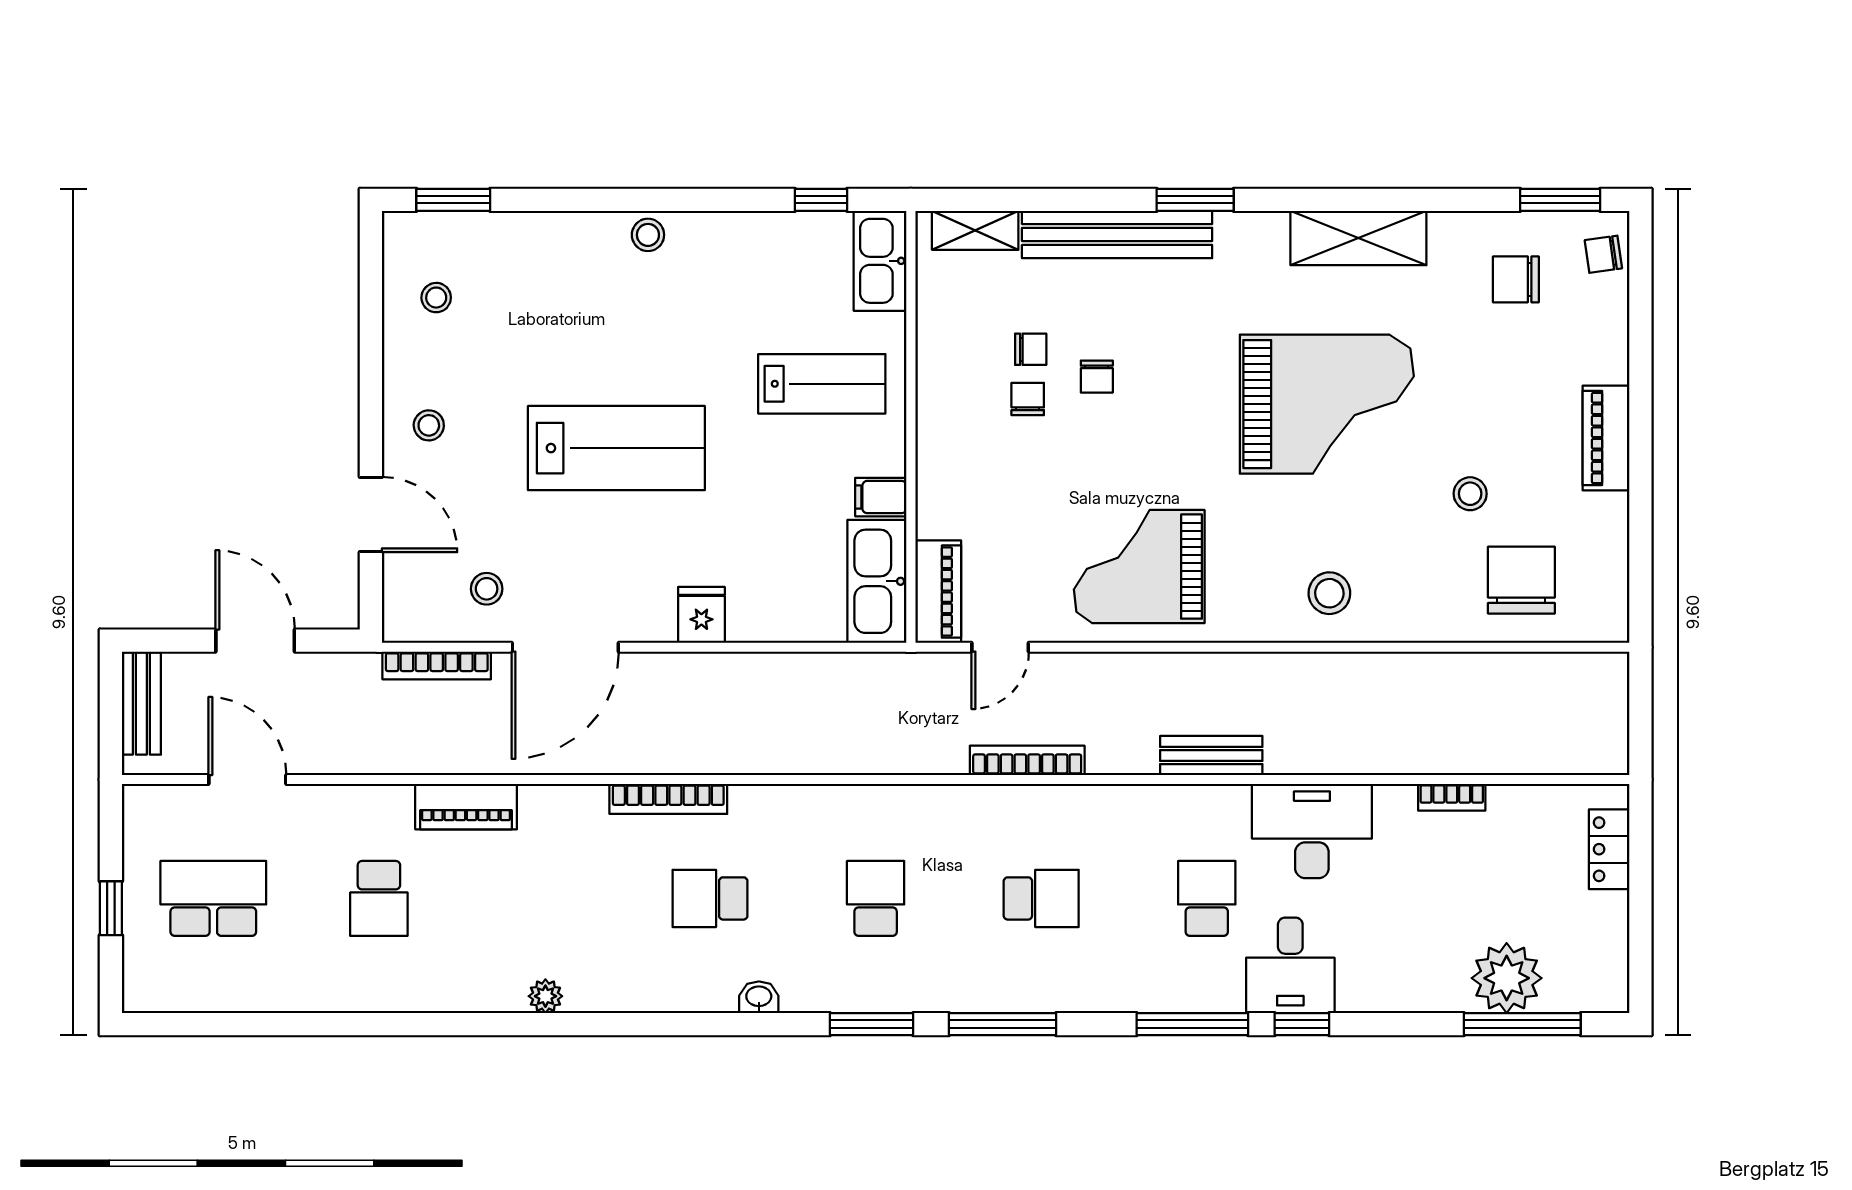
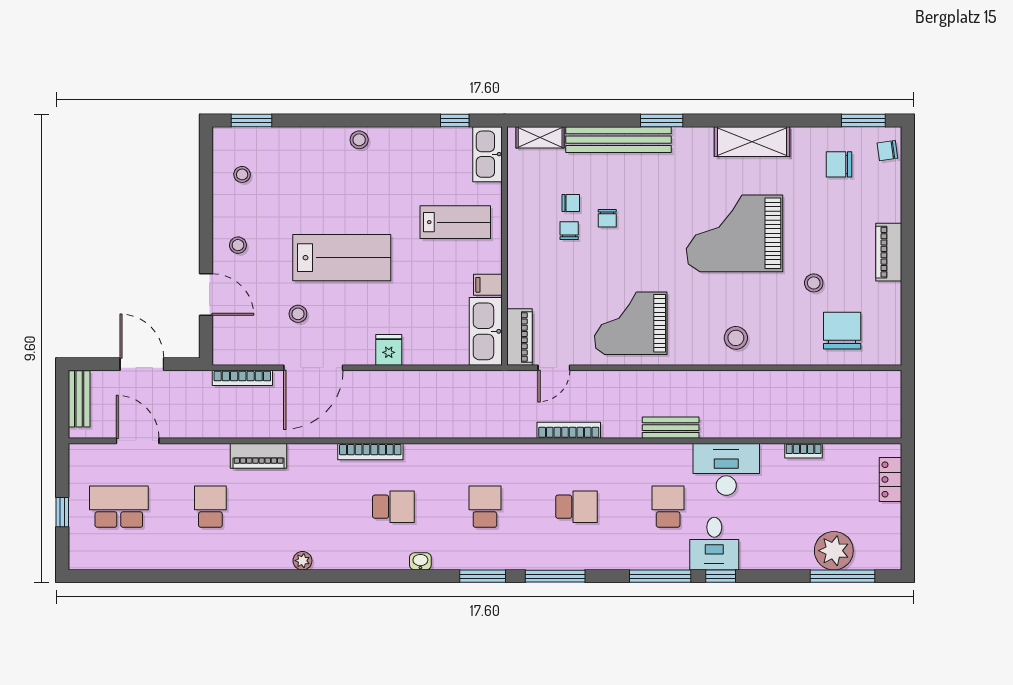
grand piano: (1327, 404) -> (734, 233), turned 180
stool: (487, 589) -> (298, 314), moved
school desk: (379, 898) -> (210, 507), turned 180
school desk: (710, 898) -> (393, 507), turned 180

